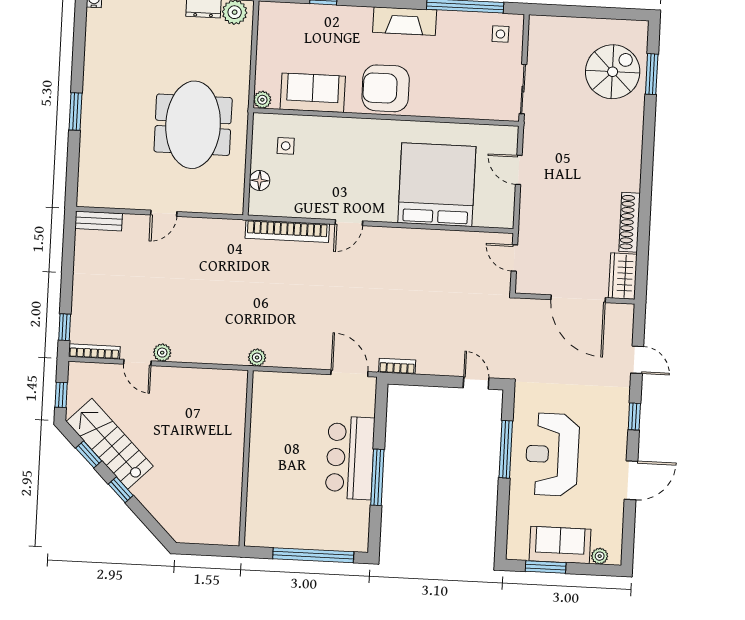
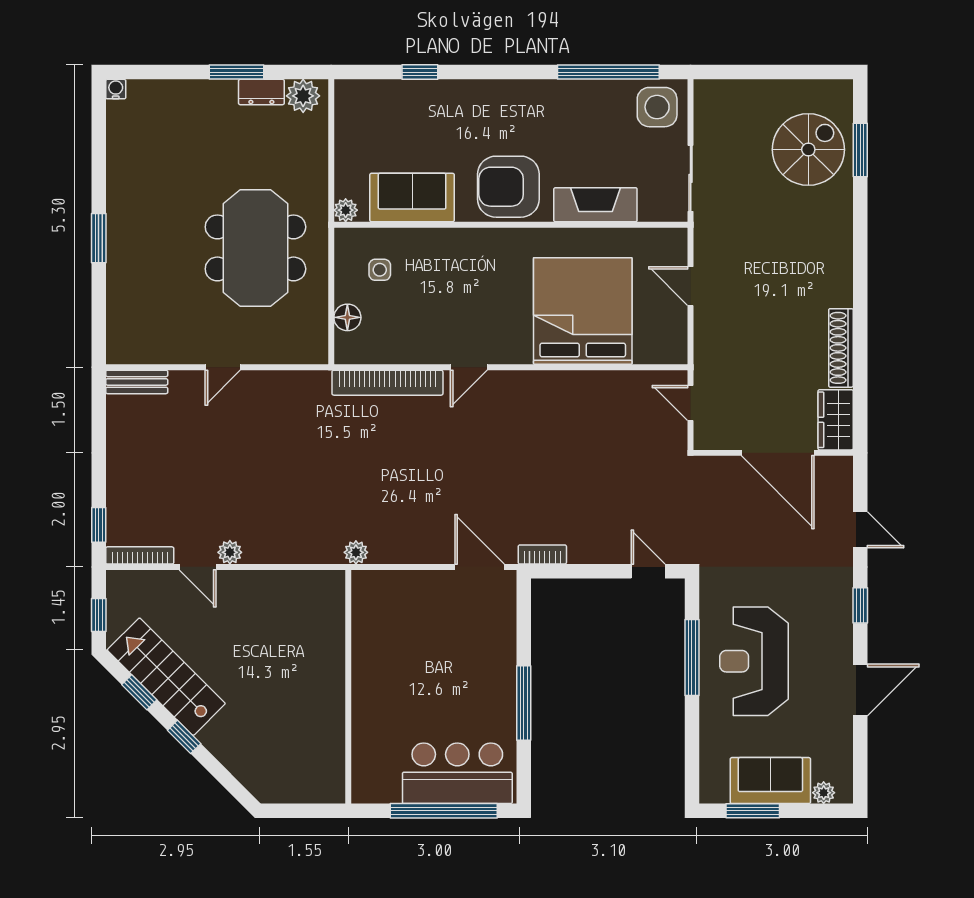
fireplace: (405, 21) -> (595, 205), moved, turned 180
side table: (500, 34) -> (657, 107), width x1.87, depth x1.87
bar counter: (350, 458) -> (457, 773), moved, turned 90

